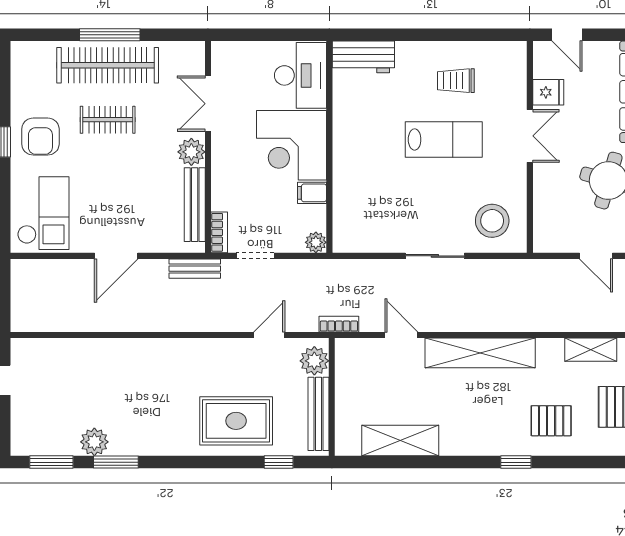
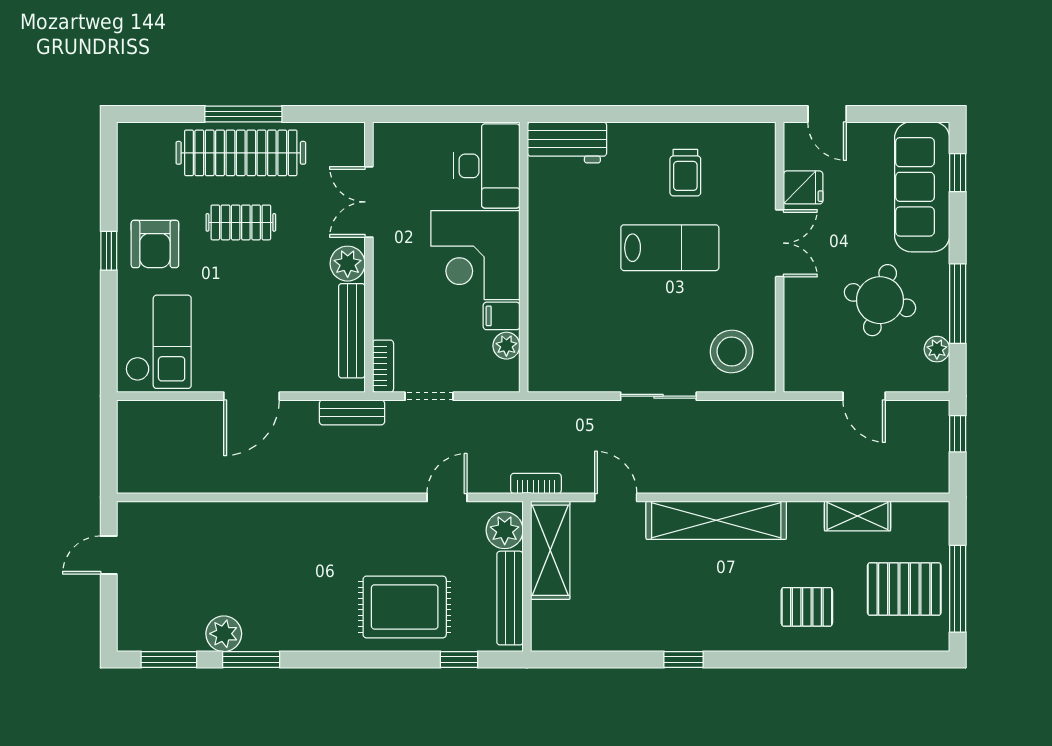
trolley: (456, 81) -> (685, 173), turned -90
plant: (316, 242) -> (506, 346), moved
shelving: (400, 440) -> (550, 550), moved, turned 90
window: (516, 462) -> (683, 659), moved

